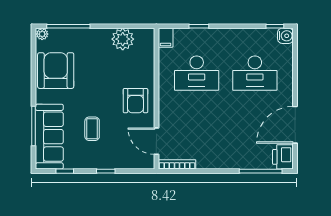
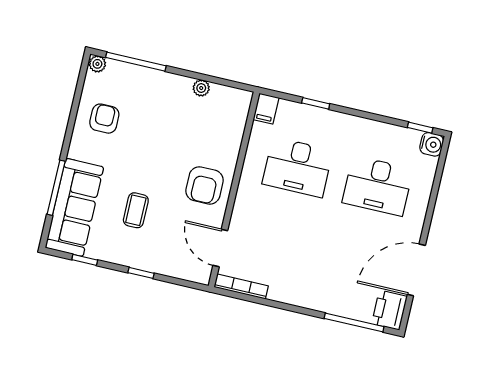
plant: (123, 39) -> (201, 88), width x0.53, depth x0.53
armchair: (56, 71) -> (104, 119), width x0.53, depth x0.53

